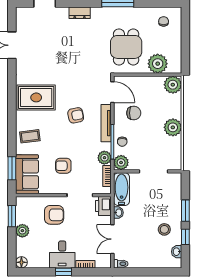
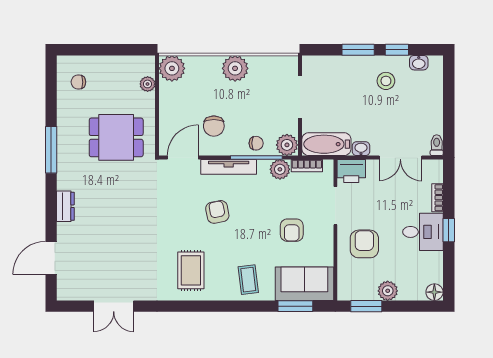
plant: (158, 64) -> (148, 84), width x0.53, depth x0.53
rug: (36, 97) -> (191, 270), width x0.73, depth x0.70
chair: (134, 113) -> (214, 126), turned 180

